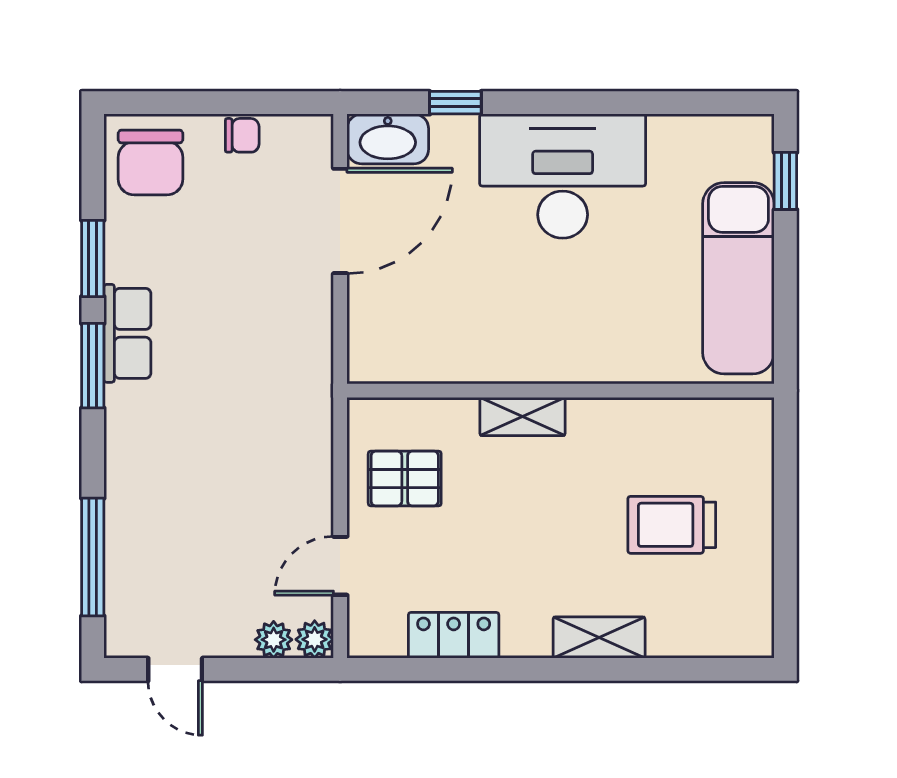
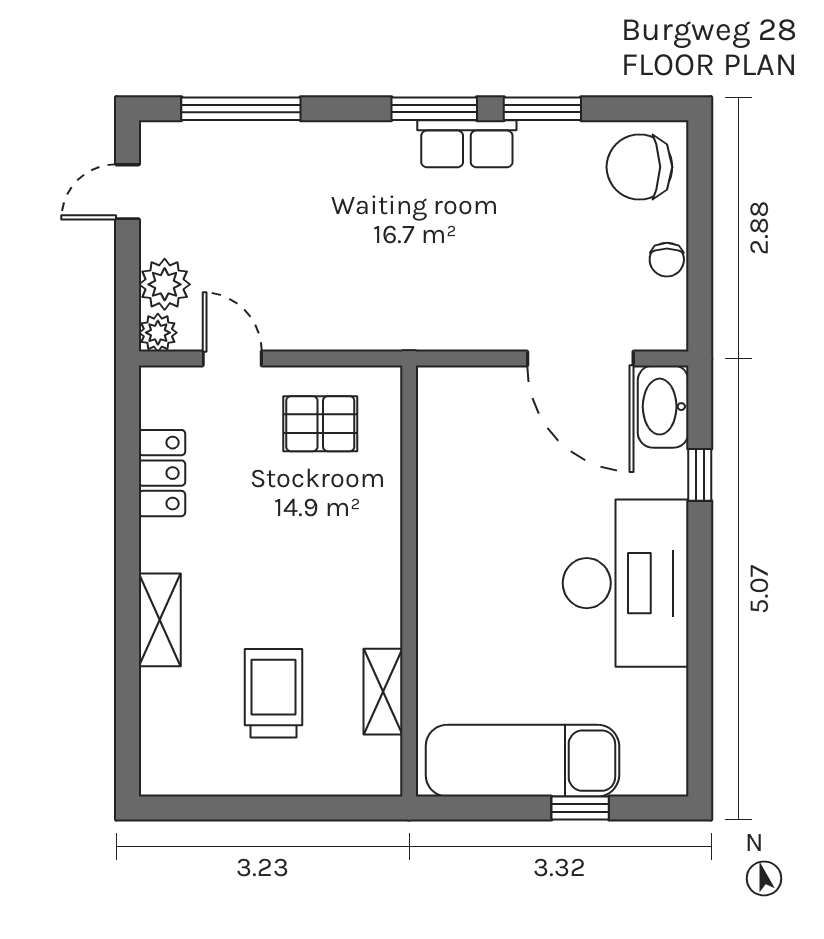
window: (785, 181) -> (580, 808), moved
shelving: (522, 417) -> (383, 692), moved
pallet: (405, 479) -> (320, 424), turned 90
plant: (274, 640) -> (165, 284), width x1.38, depth x1.38

